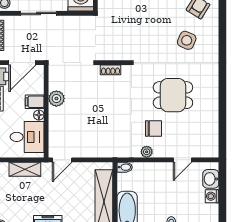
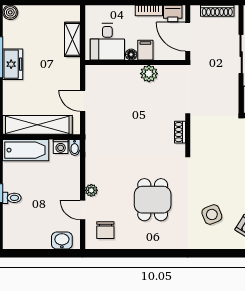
side table: (187, 40) -> (212, 214), turned 45
chair: (153, 128) -> (105, 230), moved
plant: (147, 152) -> (91, 190), moved
door: (62, 160) -> (83, 101), moved
washing machine: (212, 196) -> (61, 146), moved, turned 180

